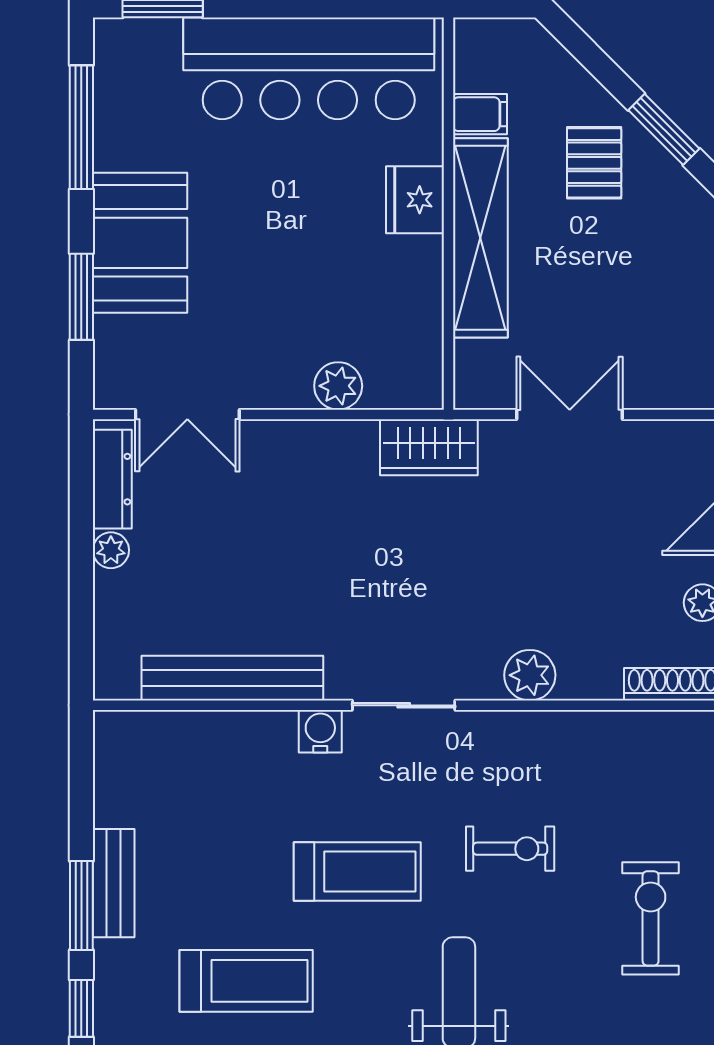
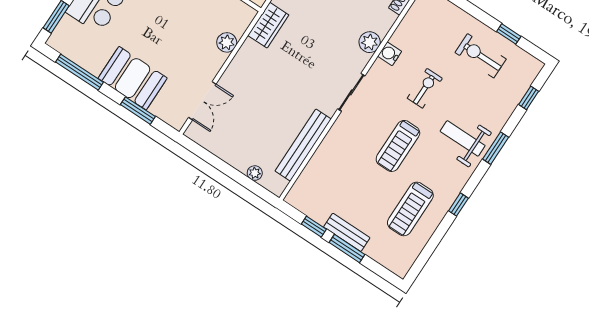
dresser: (112, 479) -> (208, 141), removed
plant: (111, 550) -> (255, 173), moved
water cooler: (320, 731) -> (390, 54), moved
treadmill: (357, 872) -> (398, 146), turned 180
treadmill: (246, 981) -> (410, 209), turned 180
window: (81, 1008) -> (314, 227), moved

